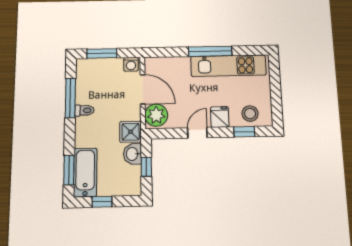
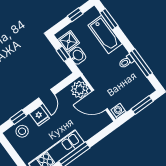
shower: (131, 132) -> (69, 41), moved
bathtub: (85, 172) -> (105, 34), moved

